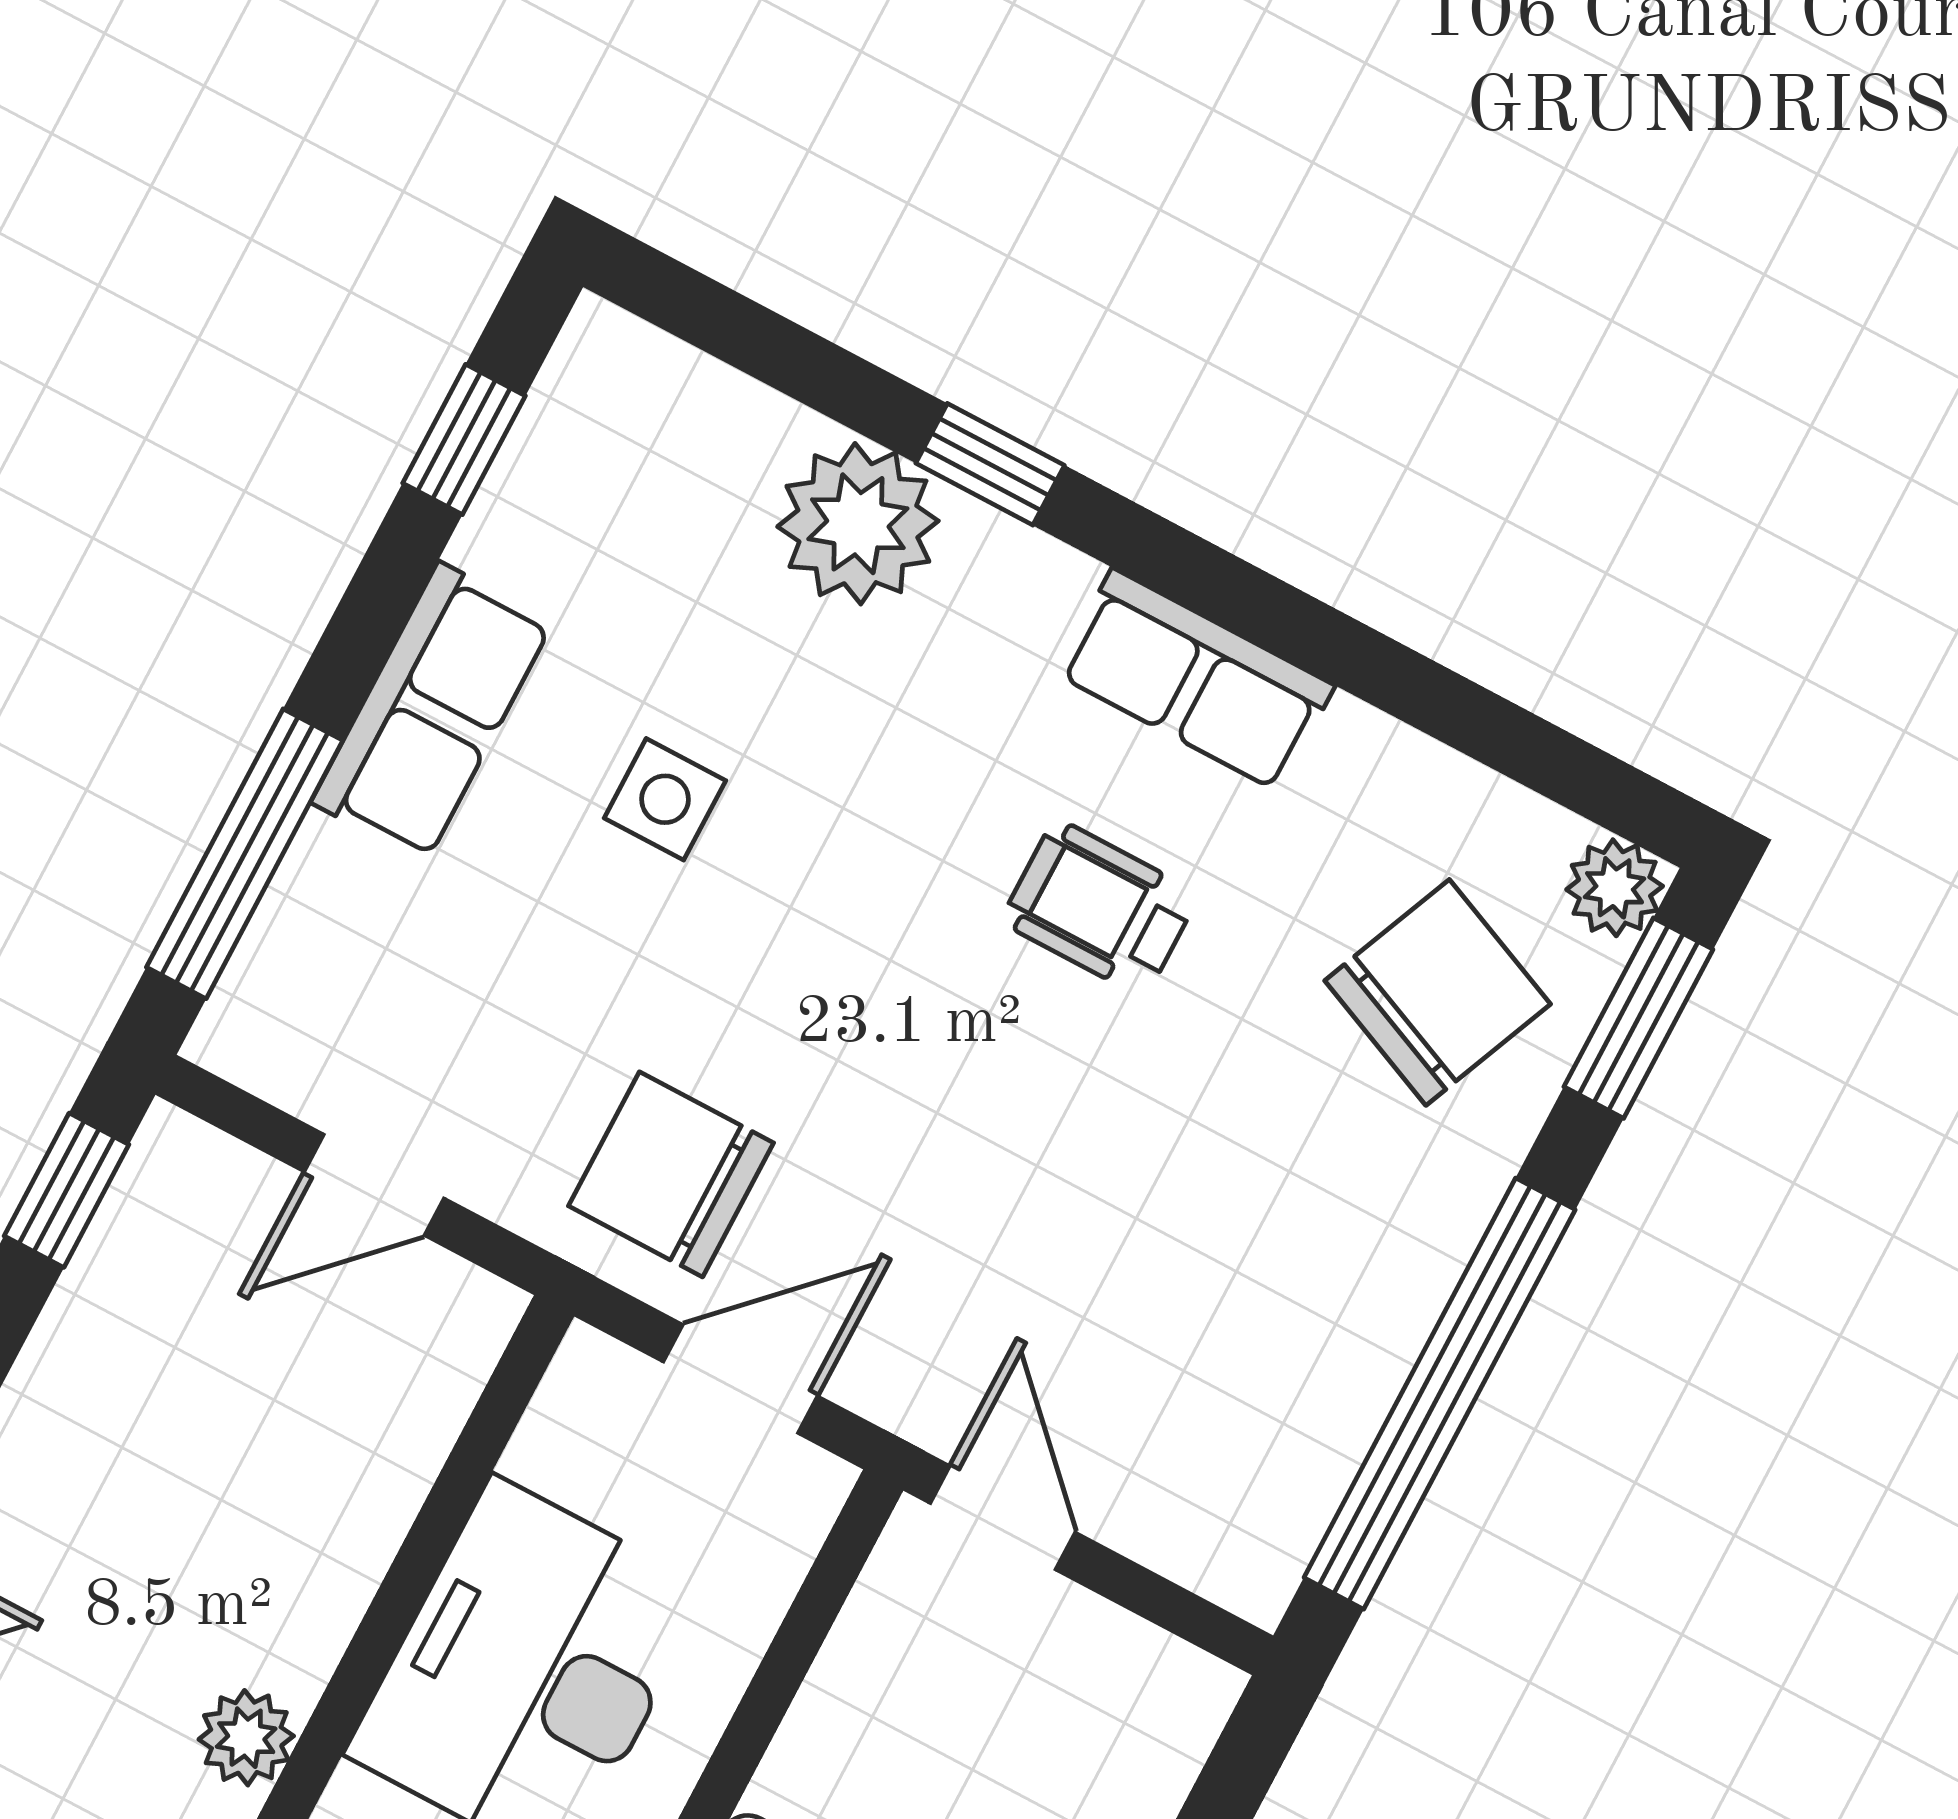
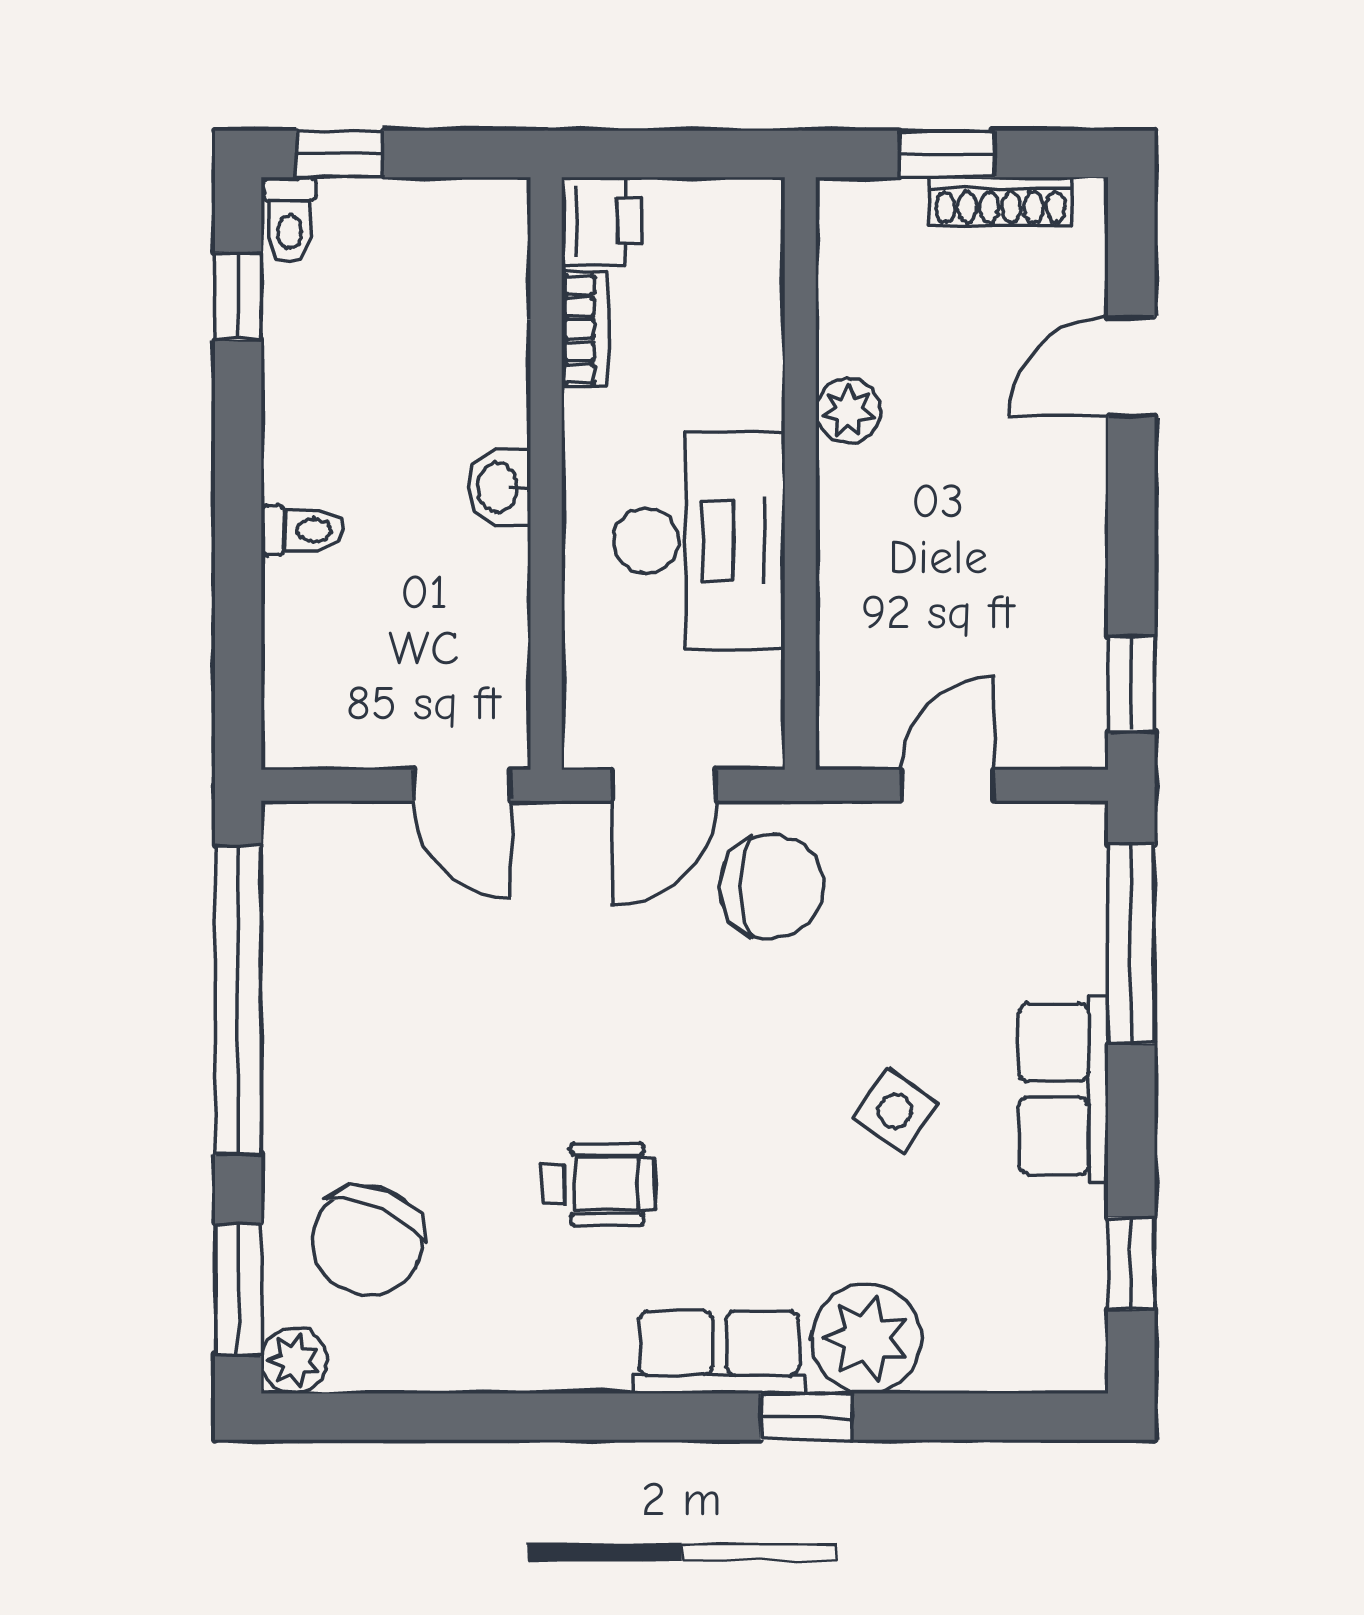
row of seats: (1195, 680) -> (719, 1352), moved
side table: (665, 799) -> (895, 1111), turned 35

